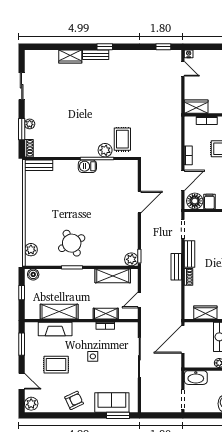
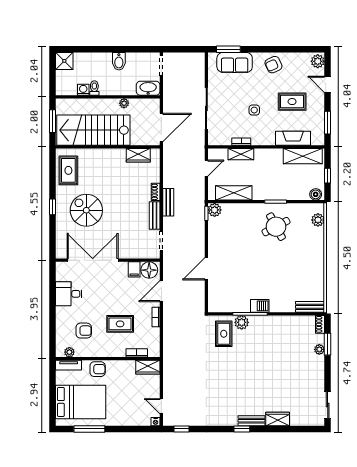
sliding door: (22, 86) -> (328, 405), moved
shelving: (59, 312) -> (303, 156), moved

